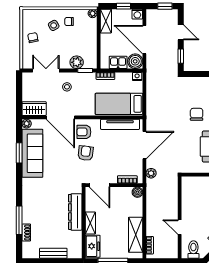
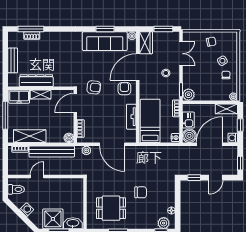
plant: (77, 62) -> (188, 95), moved
window: (19, 89) -> (163, 29), added
tv unit: (120, 124) -> (131, 117), width x0.71
armchair: (86, 153) -> (94, 87), moved
bench: (152, 211) -> (52, 152), added
dresser: (75, 212) -> (36, 81), moved
window: (19, 220) -> (31, 29), moved

